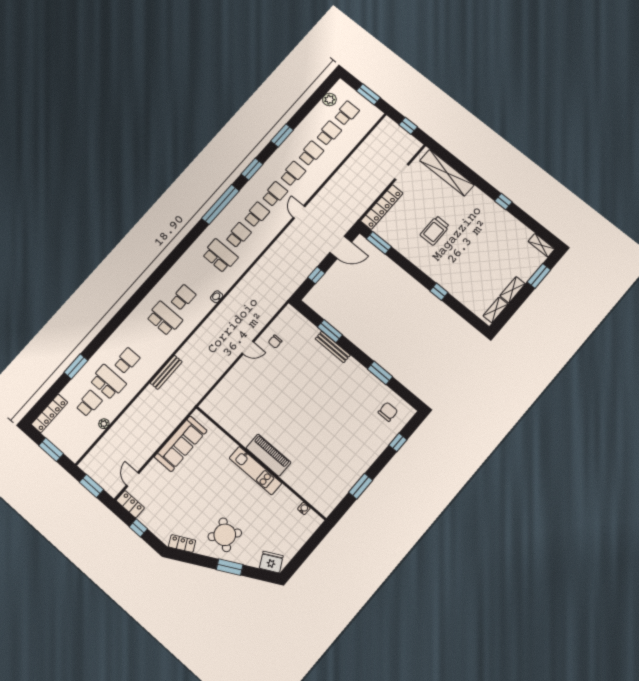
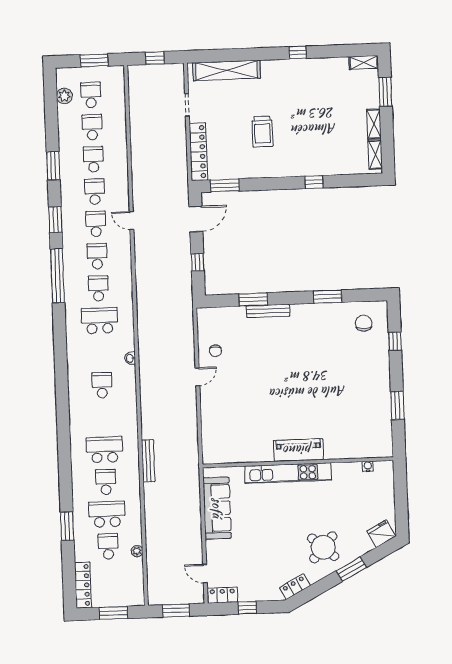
school desk: (164, 319) -> (105, 450), moved
kitchen unit: (255, 471) -> (288, 473), width x1.36

